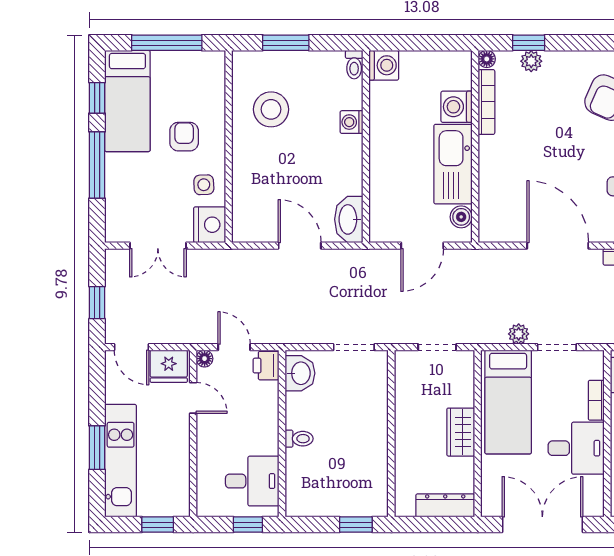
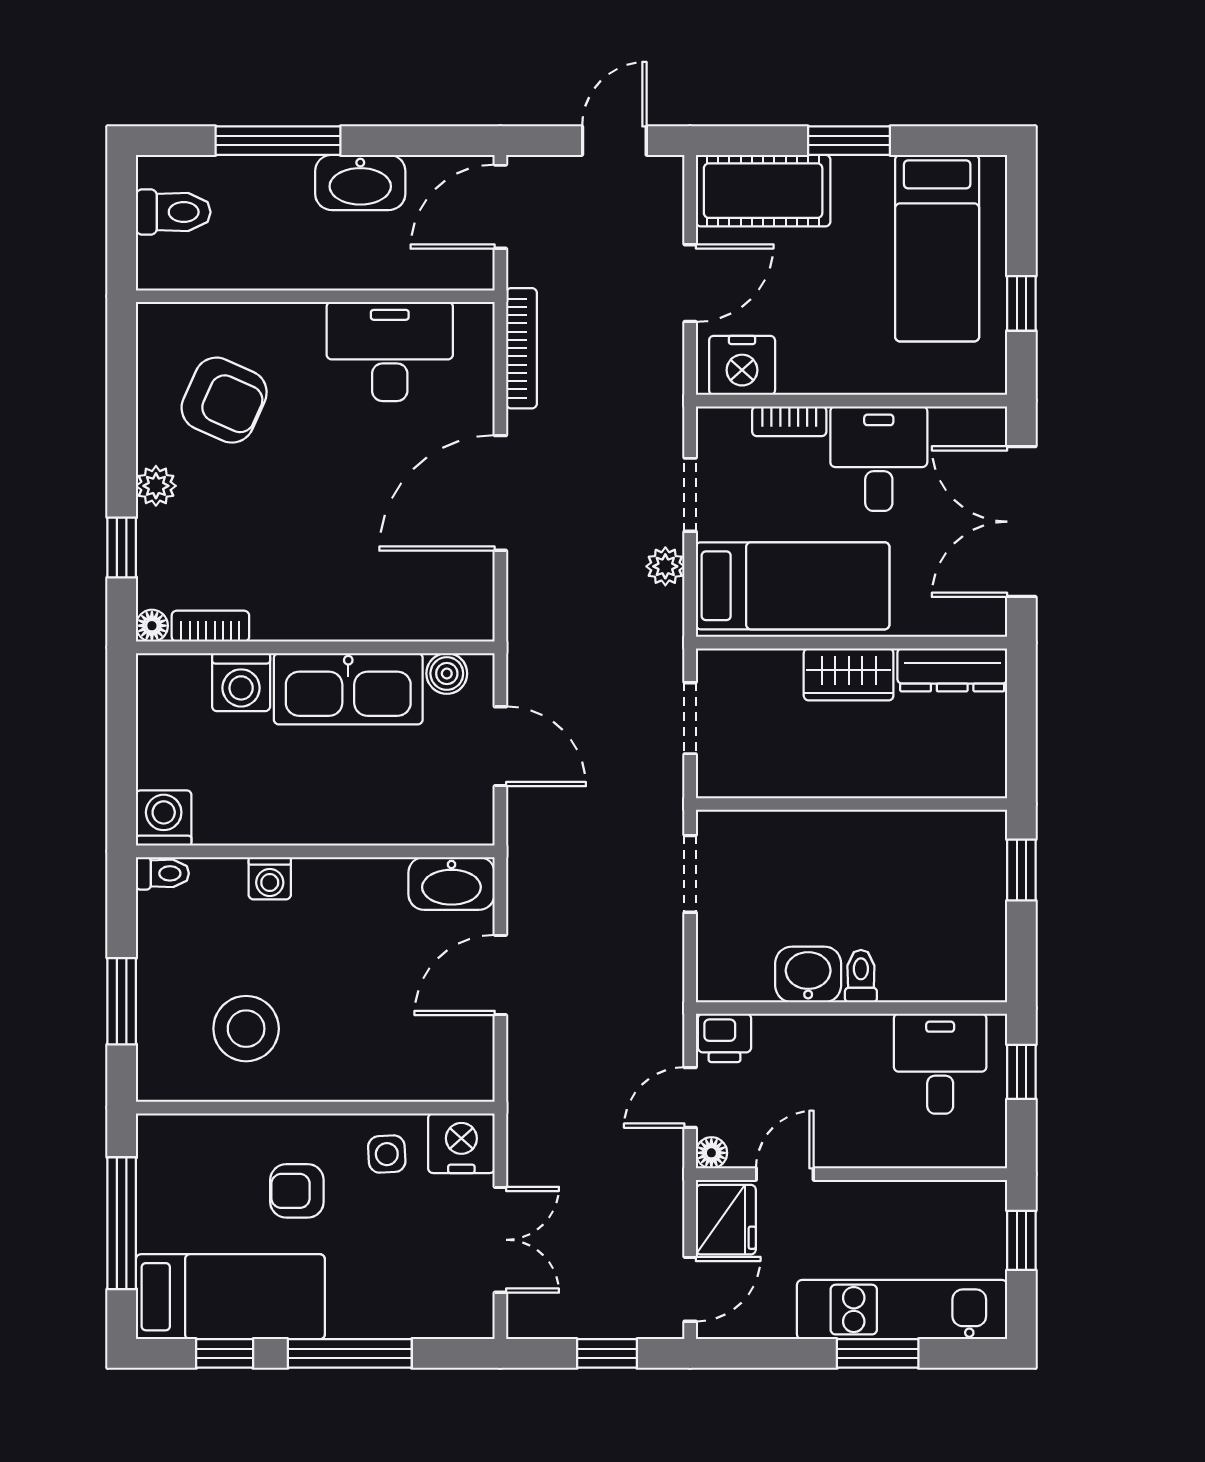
plant: (531, 61) -> (156, 486), moved
bookcase: (486, 102) -> (210, 626), width x0.64
washbasin: (300, 373) -> (808, 974), moved
dresser: (445, 505) -> (952, 670), moved, turned -90

